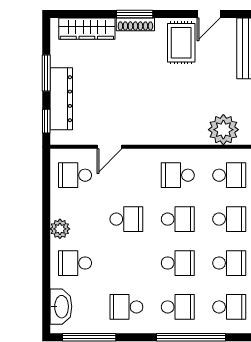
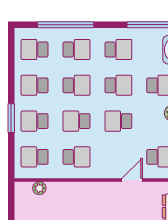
plant: (223, 130) -> (39, 188), width x0.53, depth x0.53
school desk: (126, 263) -> (118, 85), added
school desk: (178, 263) -> (76, 85), turned 180
school desk: (178, 307) -> (76, 49), turned 180

